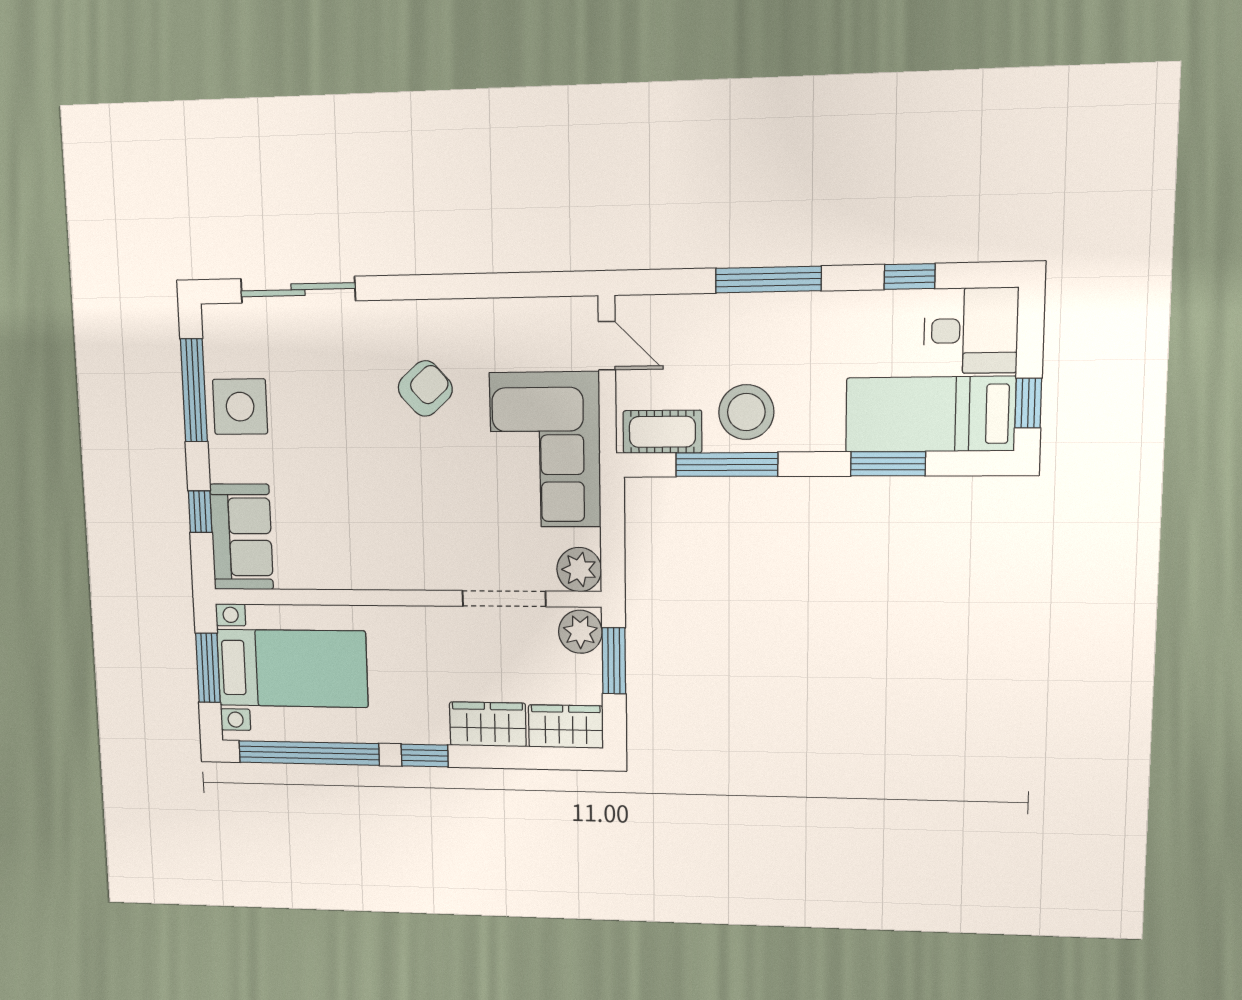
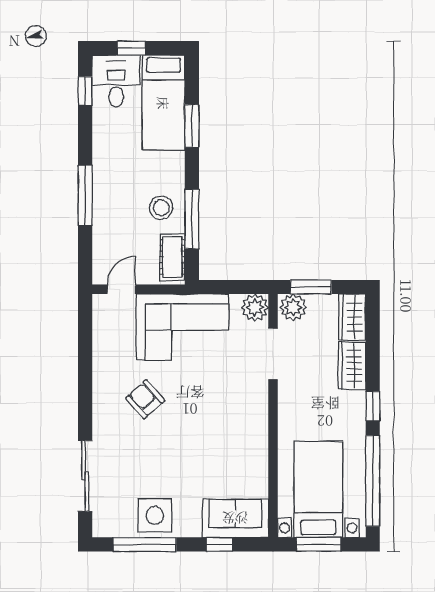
window: (910, 277) -> (85, 91), moved
window: (1028, 403) -> (131, 48), moved
stool: (746, 412) -> (161, 208), width x0.73, depth x0.73

